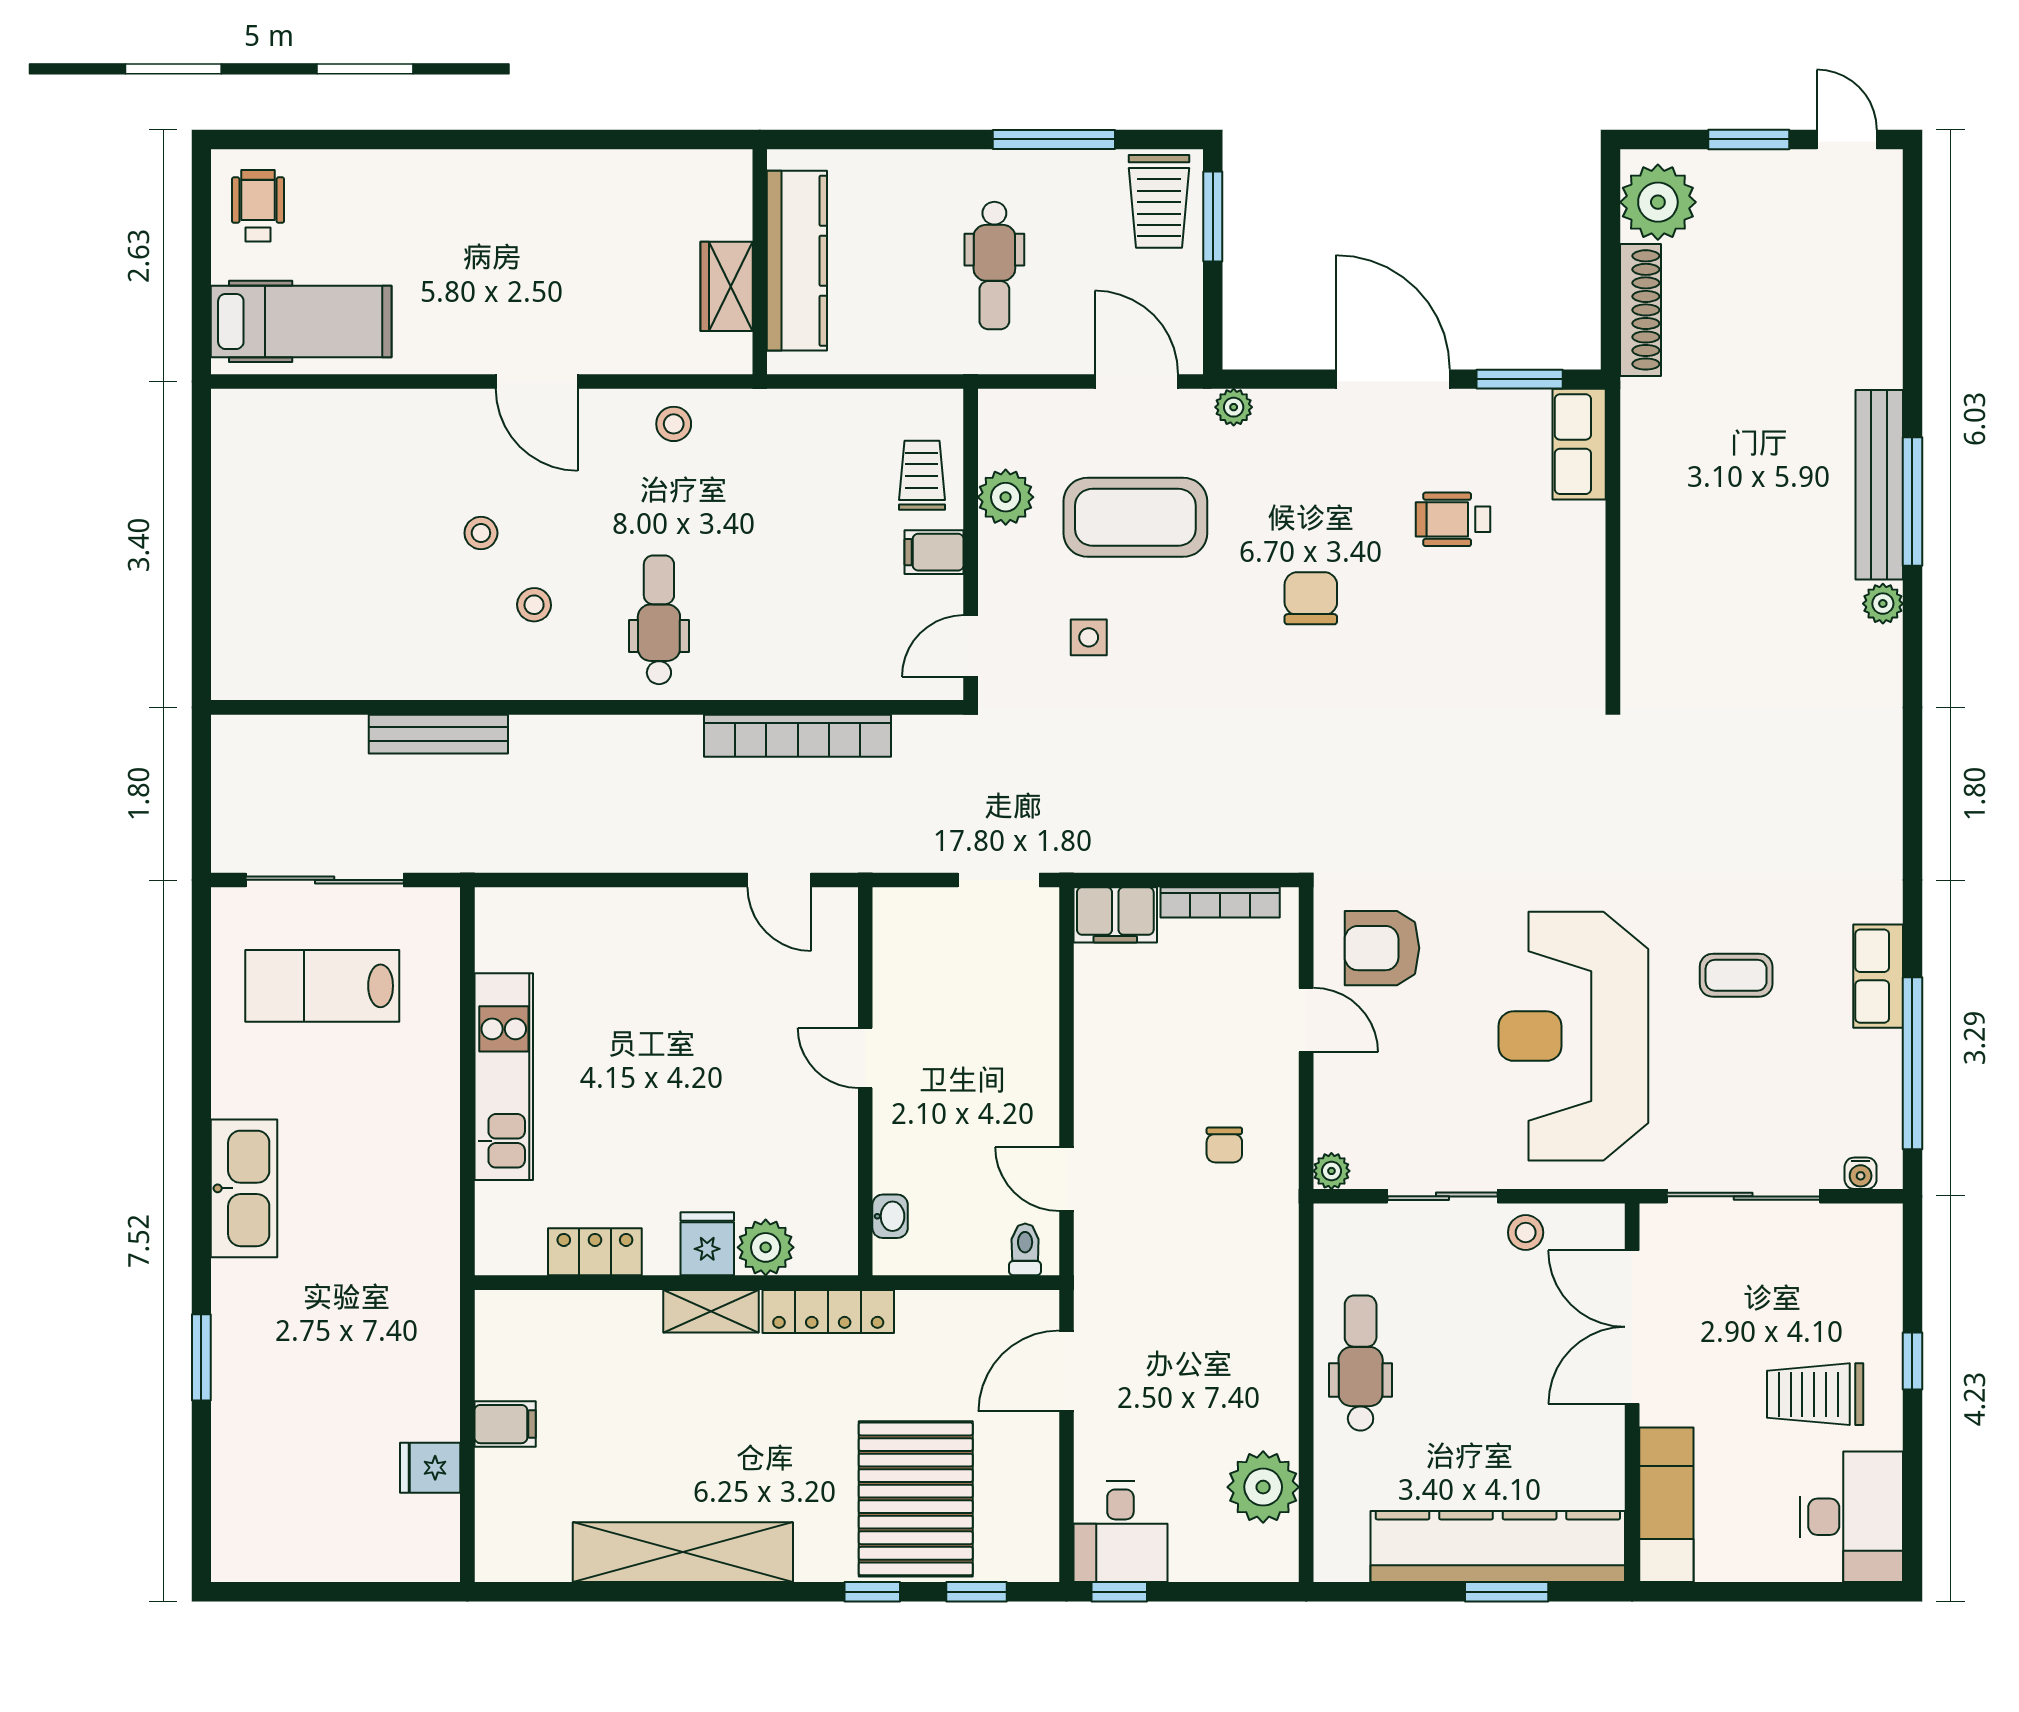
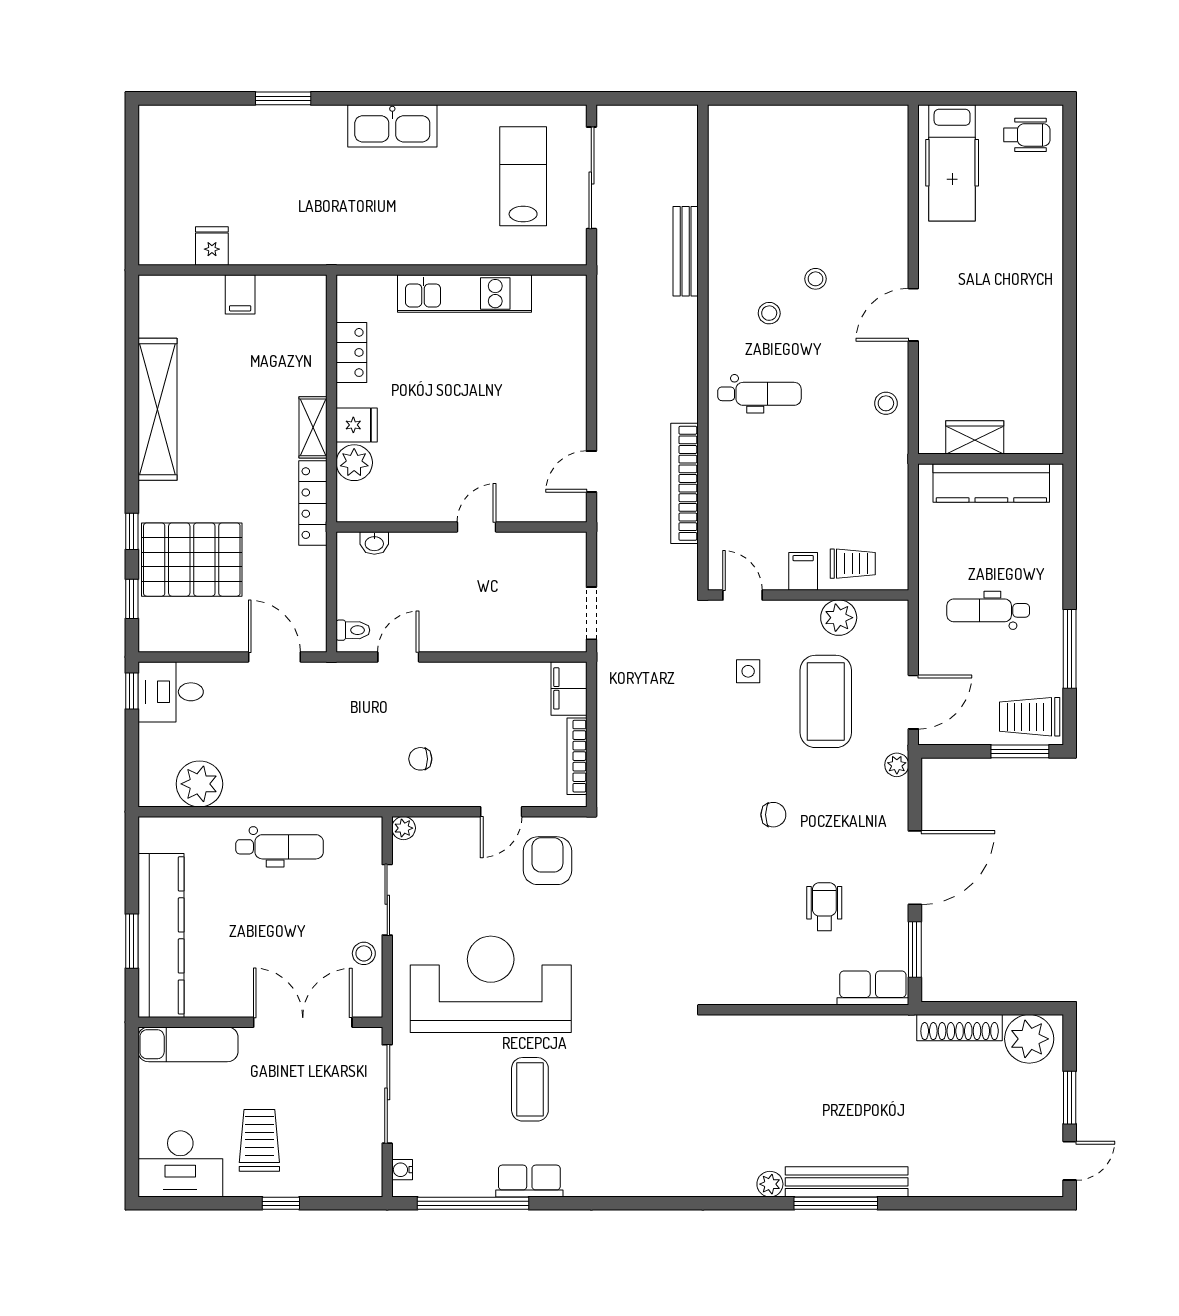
chair: (1311, 598) -> (773, 815), width x0.73, depth x0.73
coffee table: (1736, 975) -> (530, 1089), width x1.36, depth x1.30

